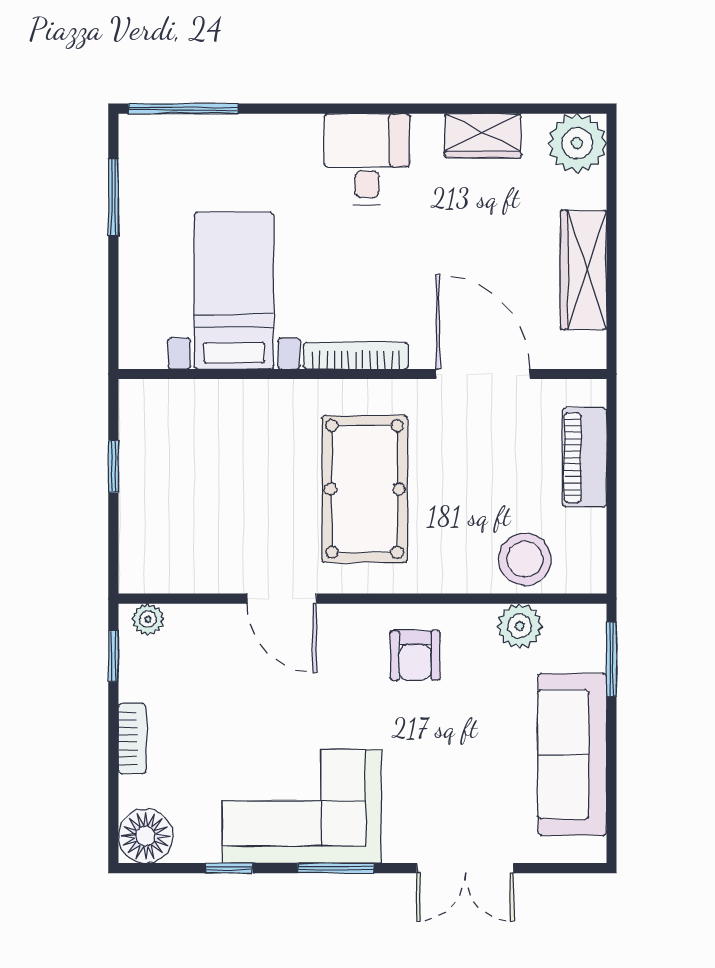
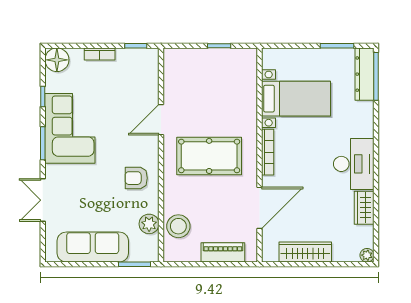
dresser: (178, 135) -> (365, 74), added
plant: (577, 143) -> (367, 255), width x0.53, depth x0.53
desk: (367, 159) -> (354, 164), width x1.37
plant: (148, 619) -> (152, 61), removed

